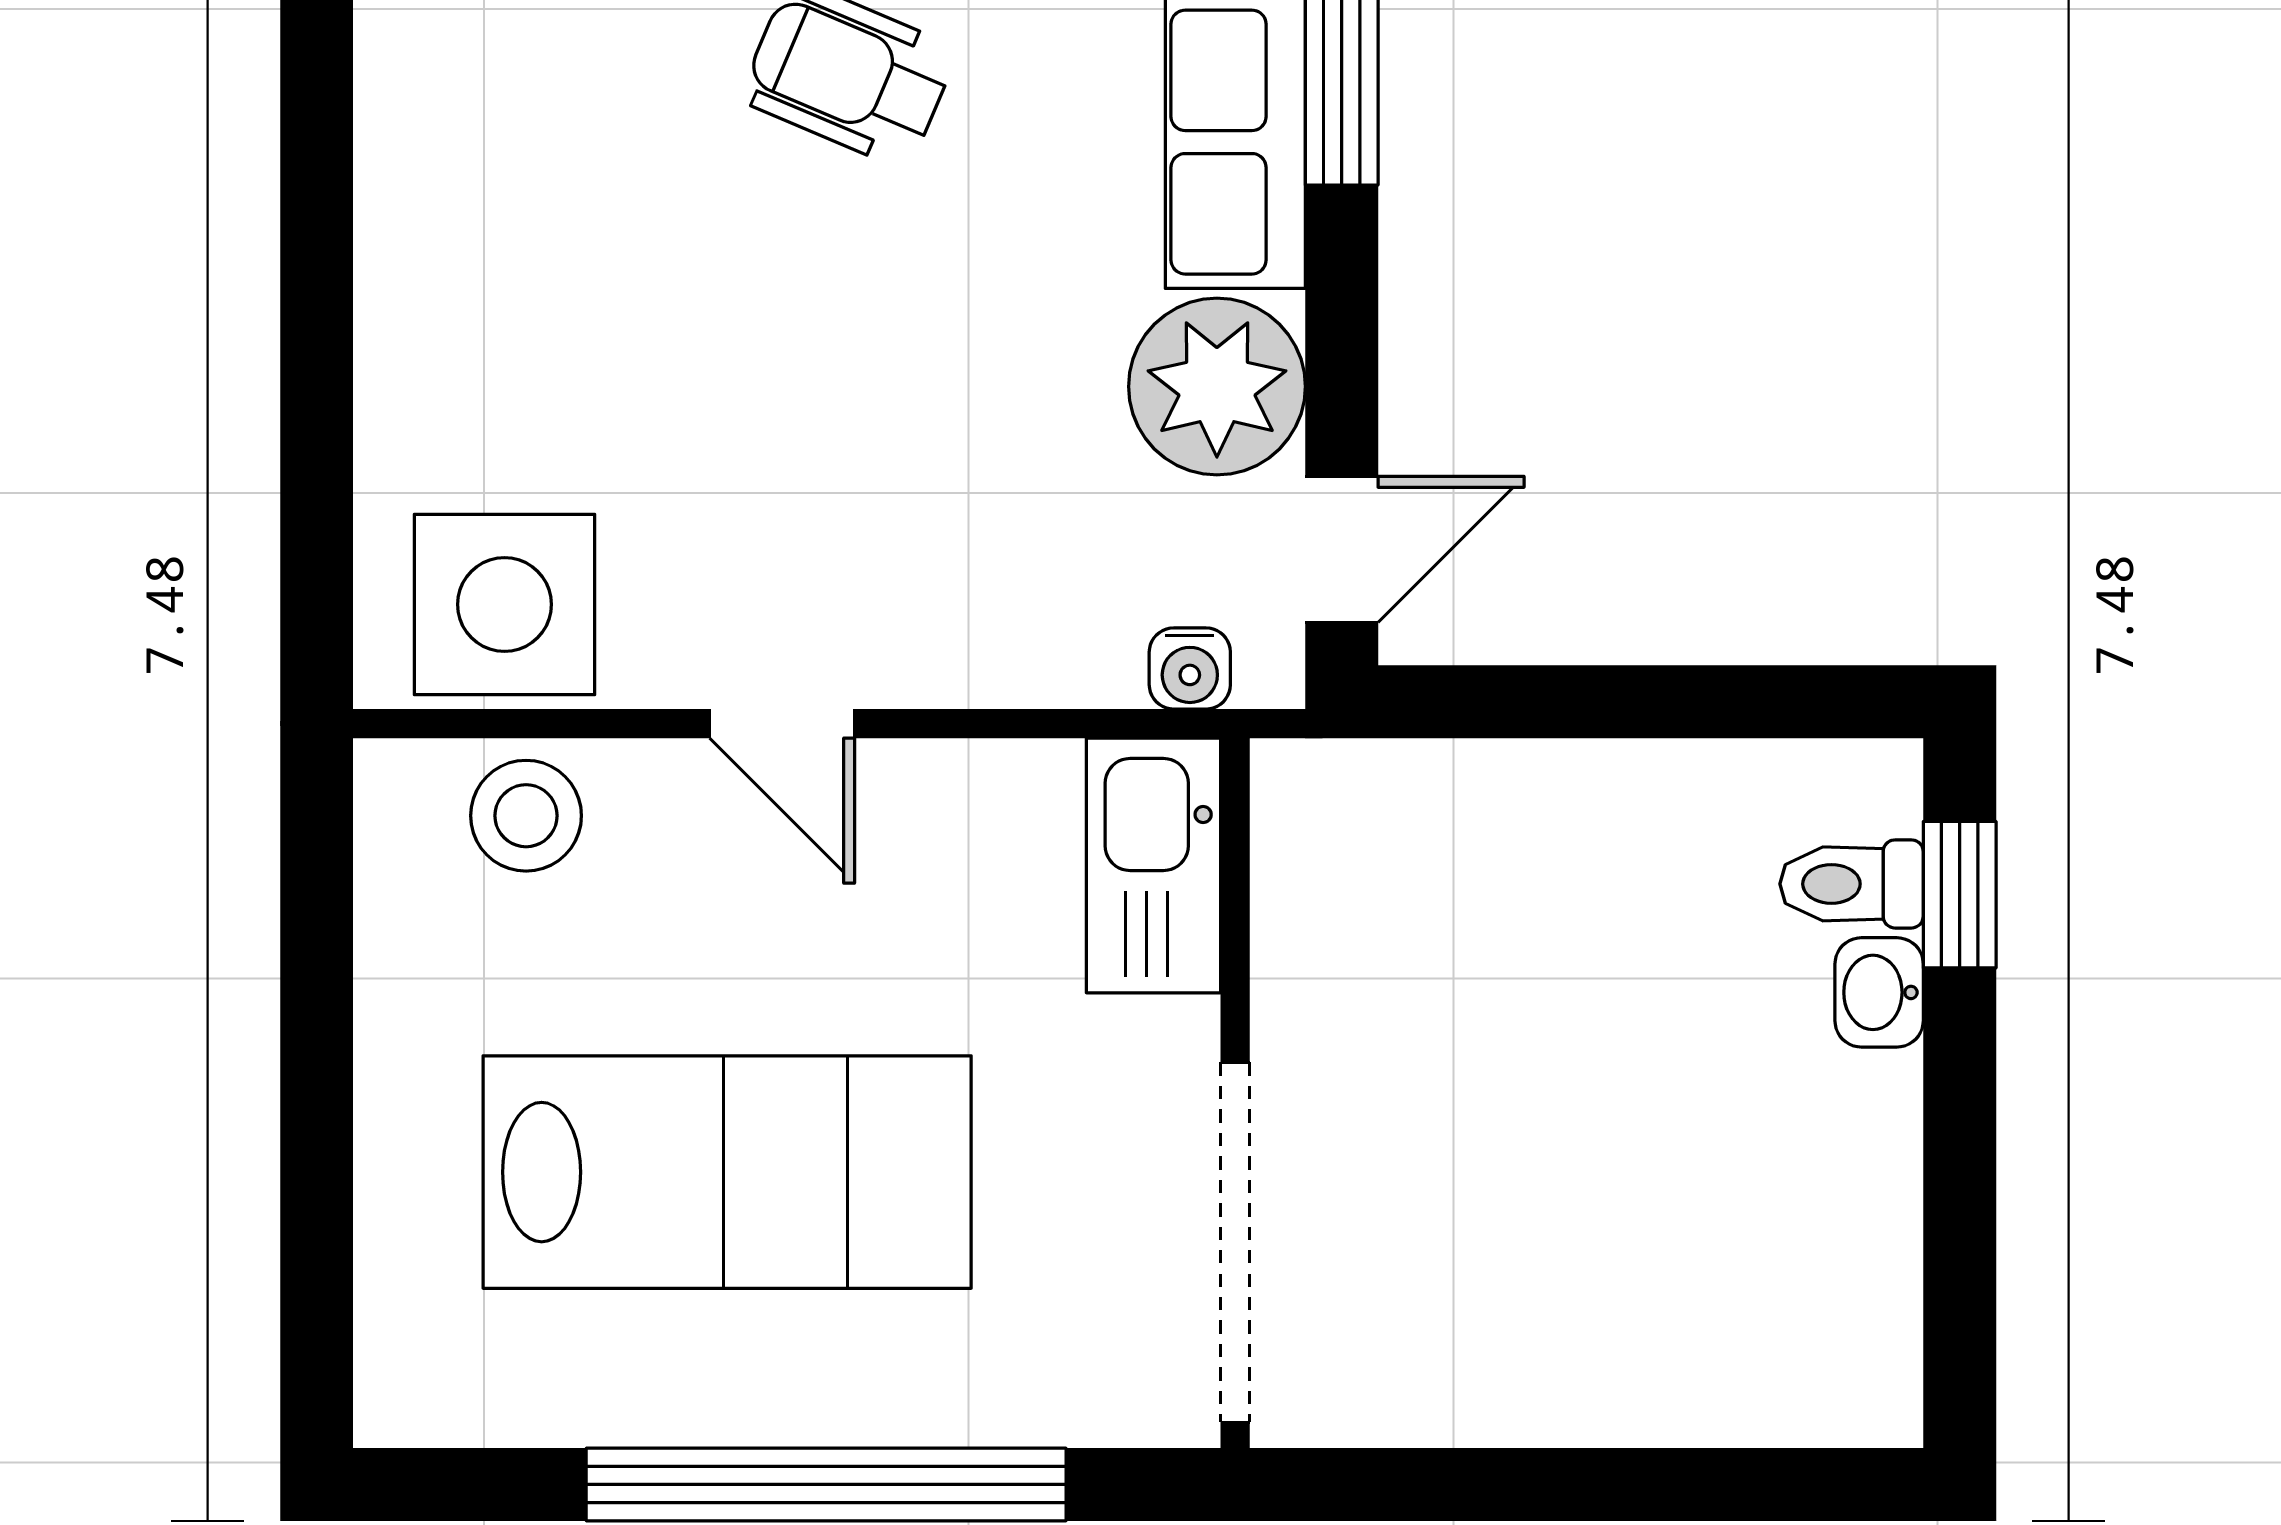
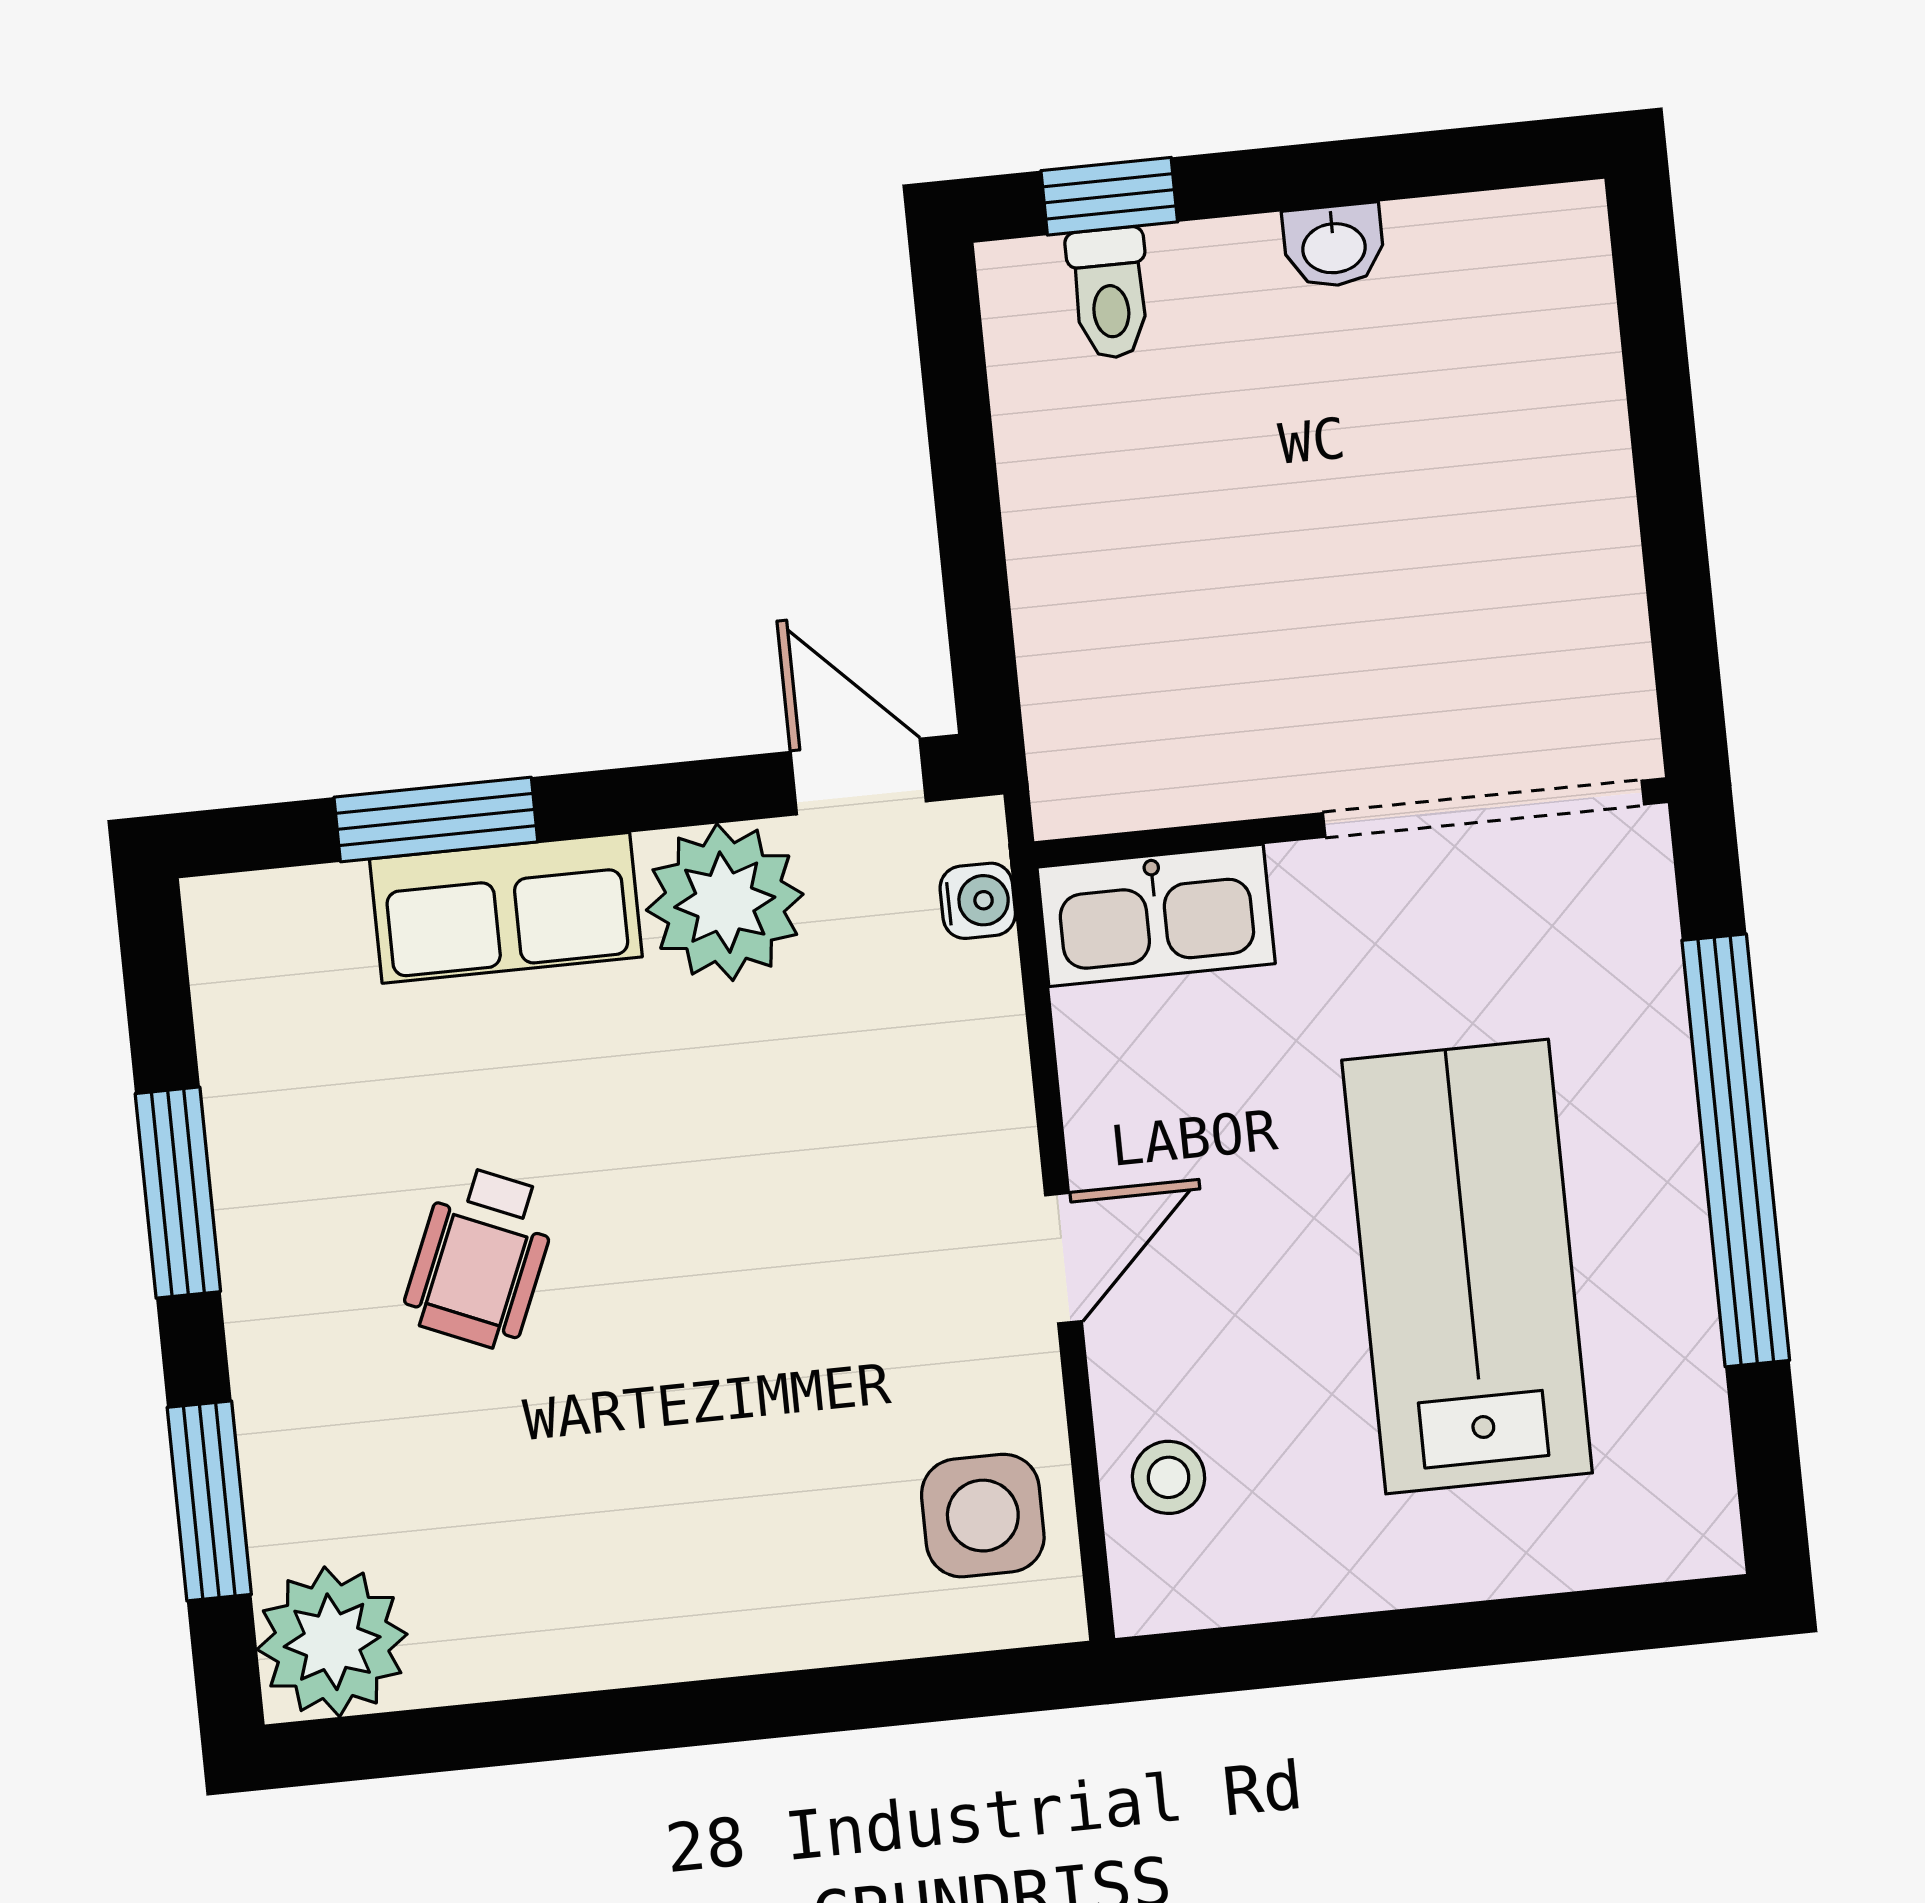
side table: (505, 604) -> (983, 1516), width x0.73, depth x0.73
stool: (526, 816) -> (1169, 1477), width x0.73, depth x0.73
washbasin: (1879, 992) -> (1334, 246), moved

